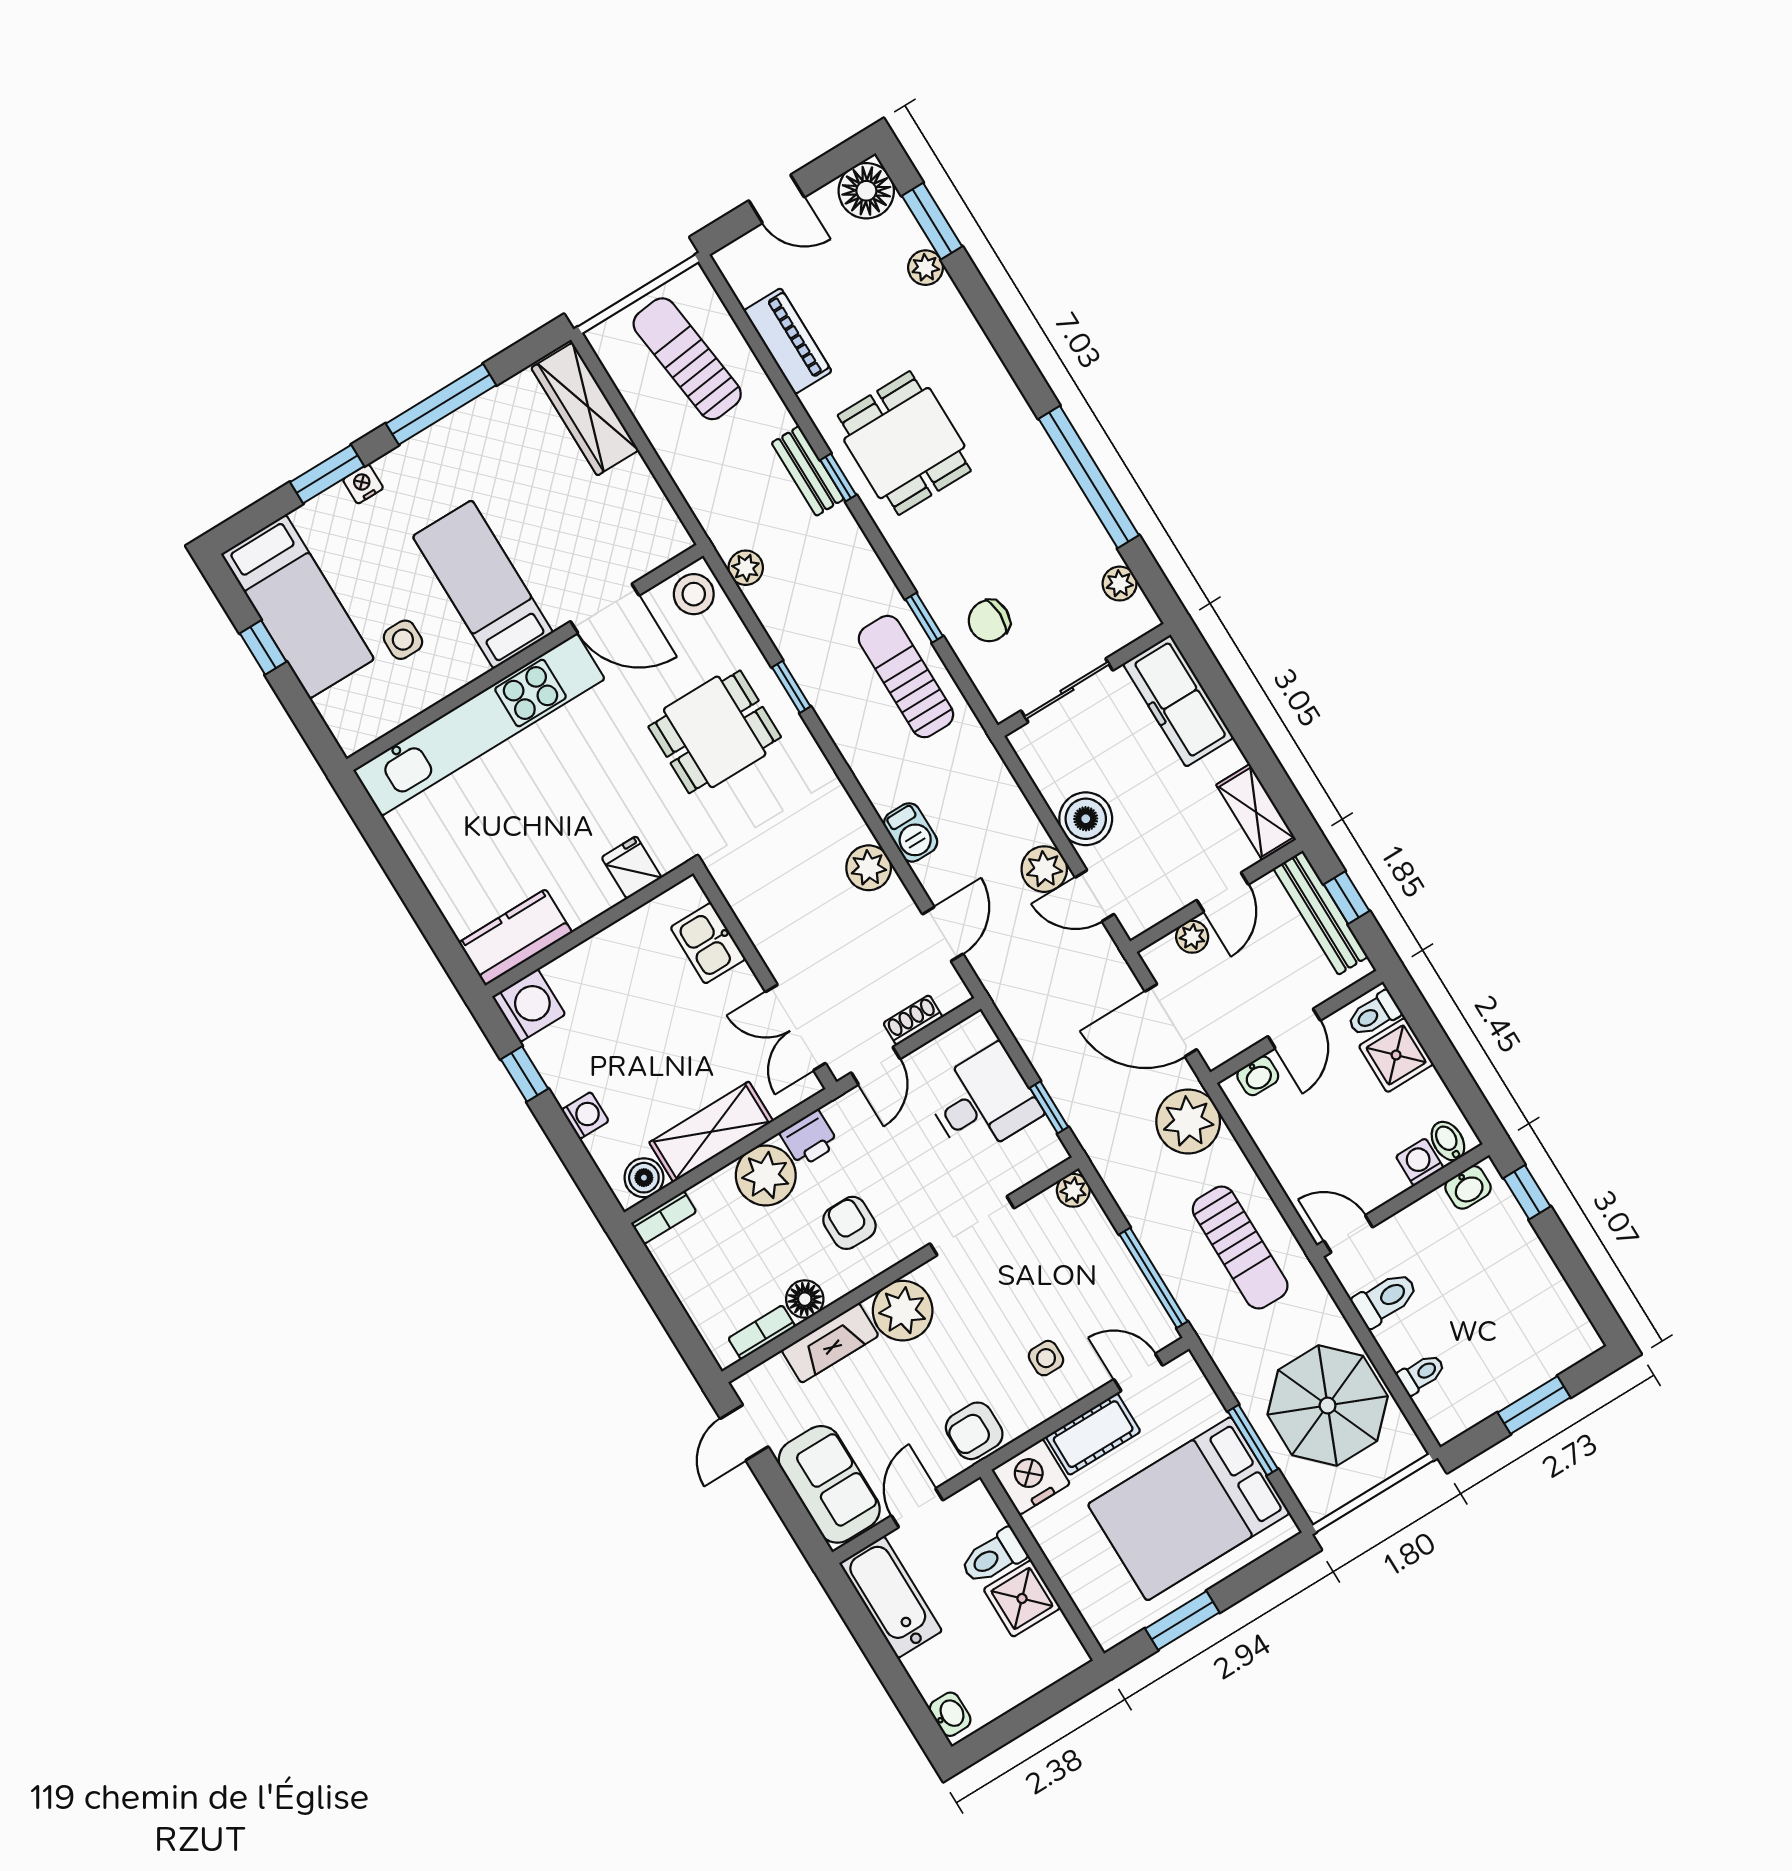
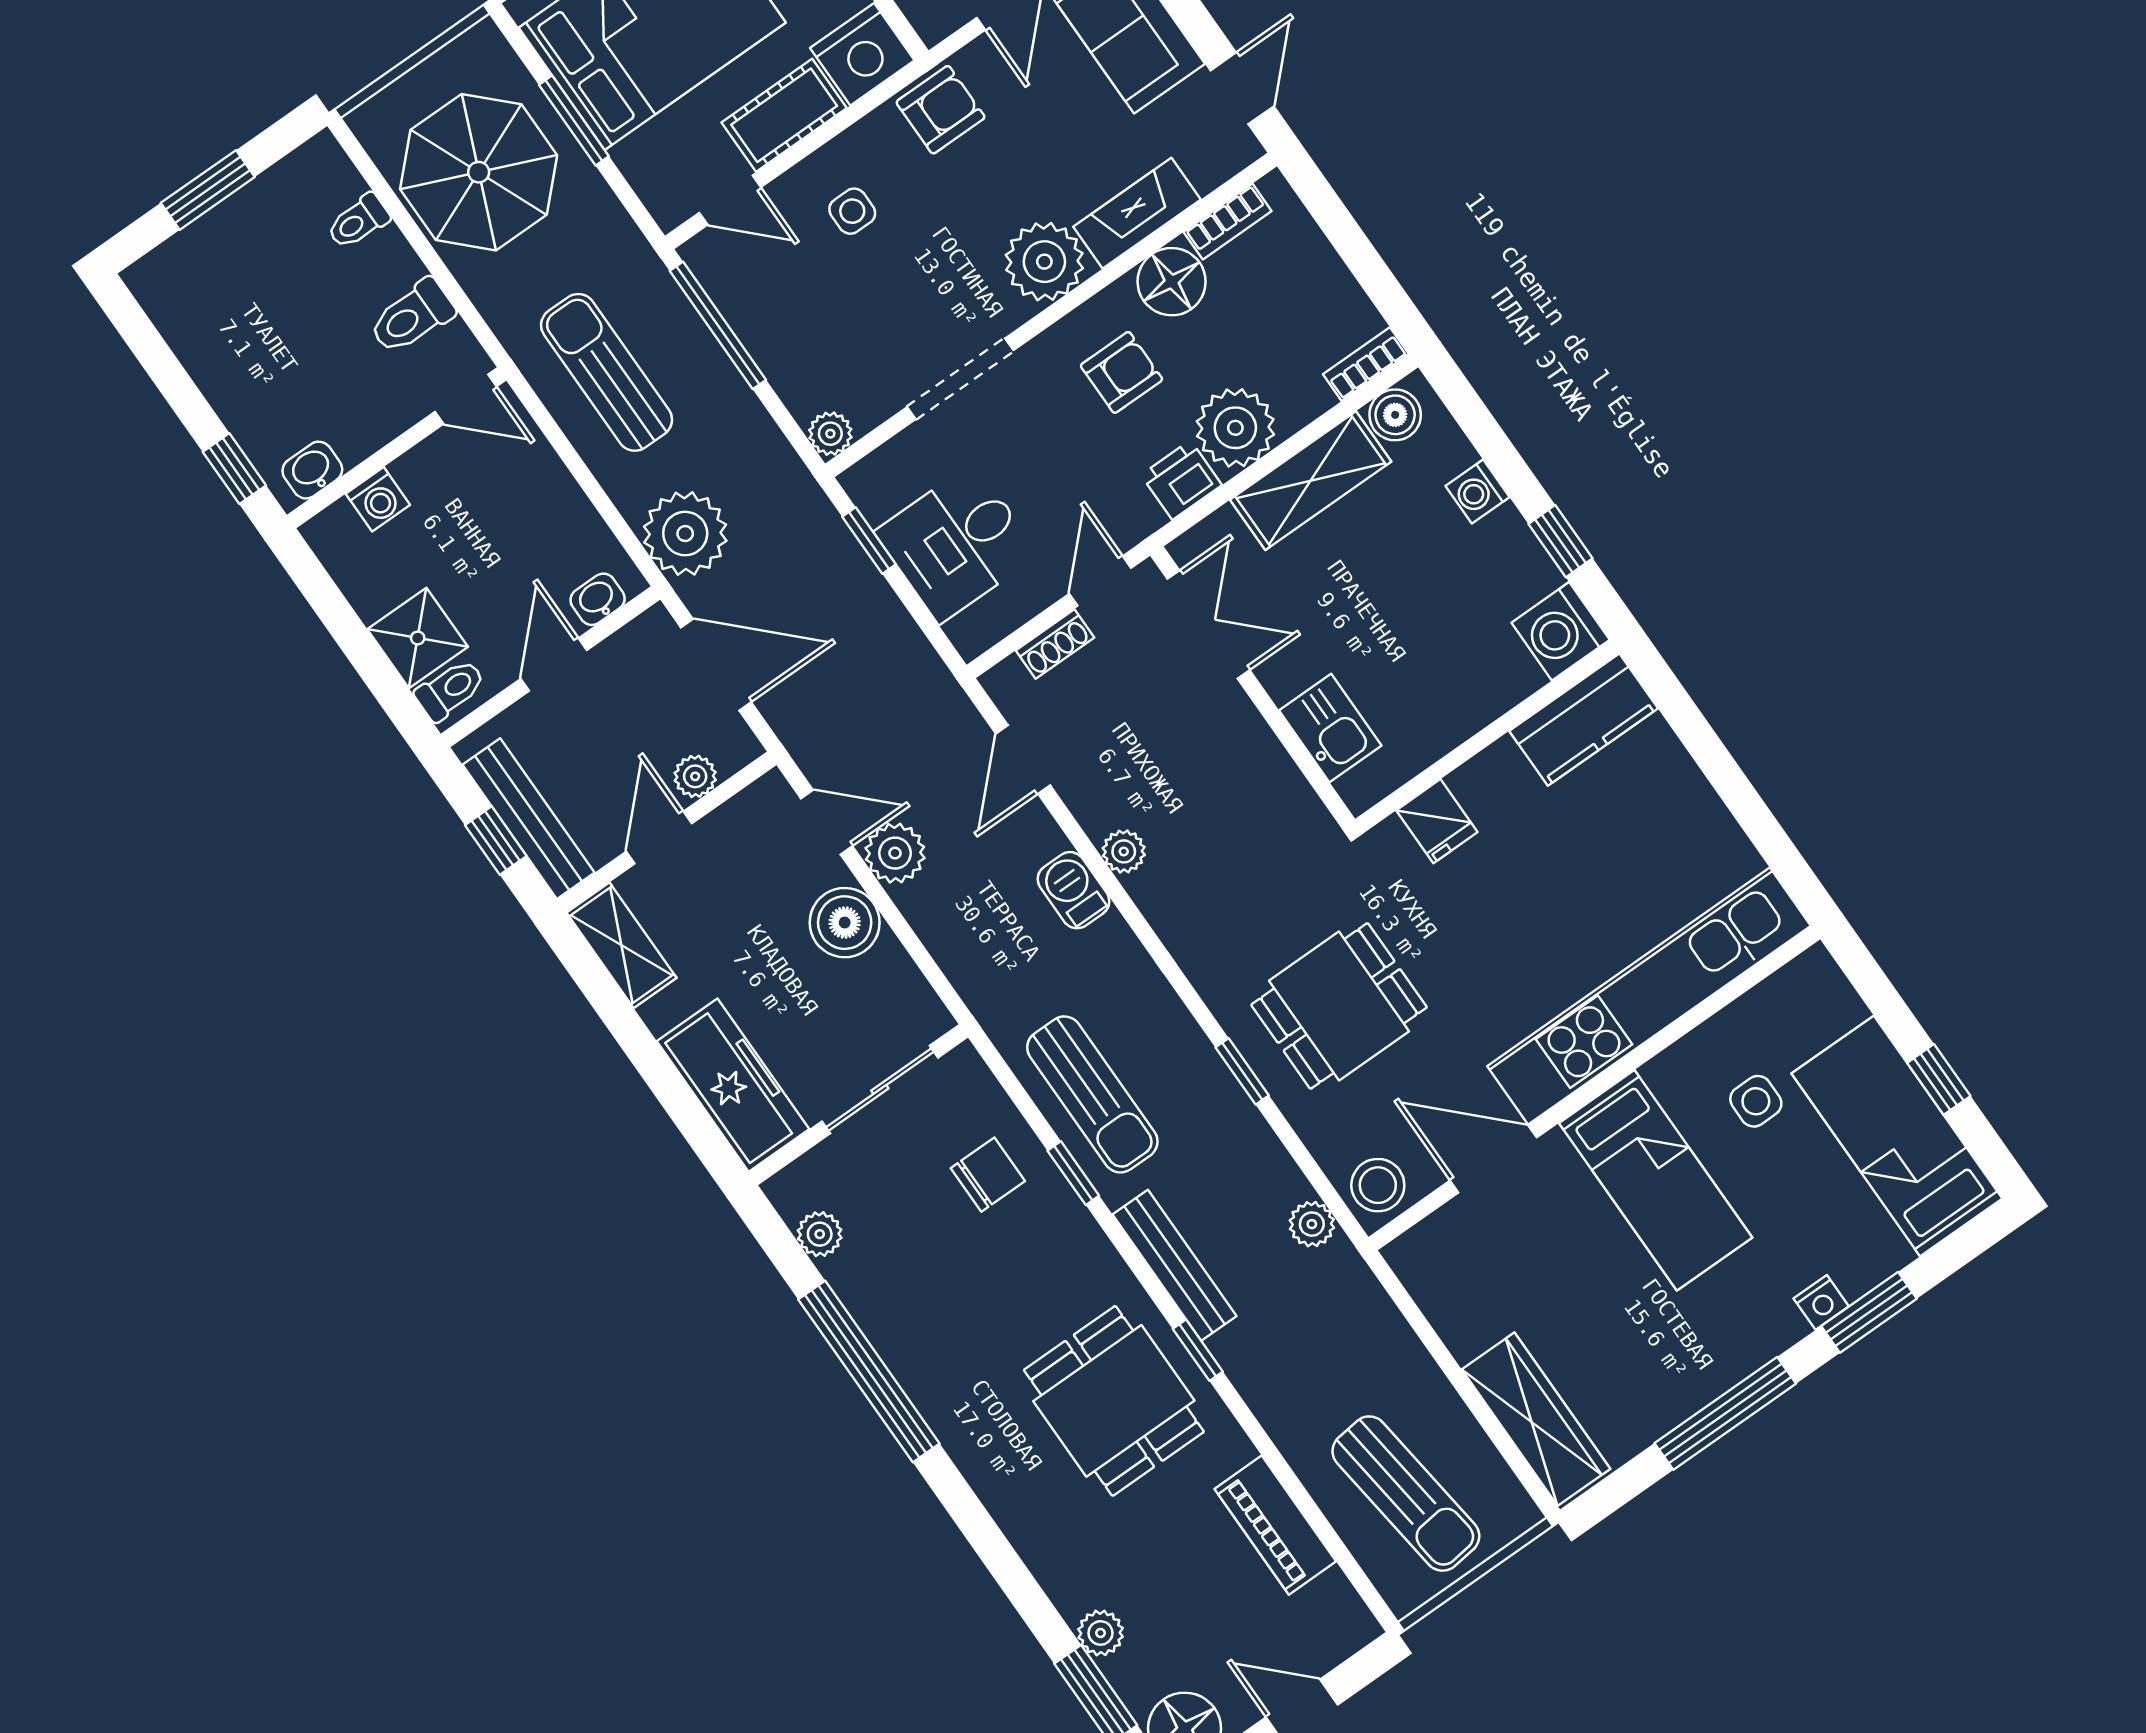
bench: (808, 471) -> (1174, 1265), moved, width x1.36
plant: (869, 868) -> (1124, 851), width x0.73, depth x0.73
bidet: (1448, 1141) -> (342, 529), removed
armchair: (849, 1223) -> (1122, 372), turned -90
floor lamp: (805, 1299) -> (1172, 282), width x1.38, depth x1.38

